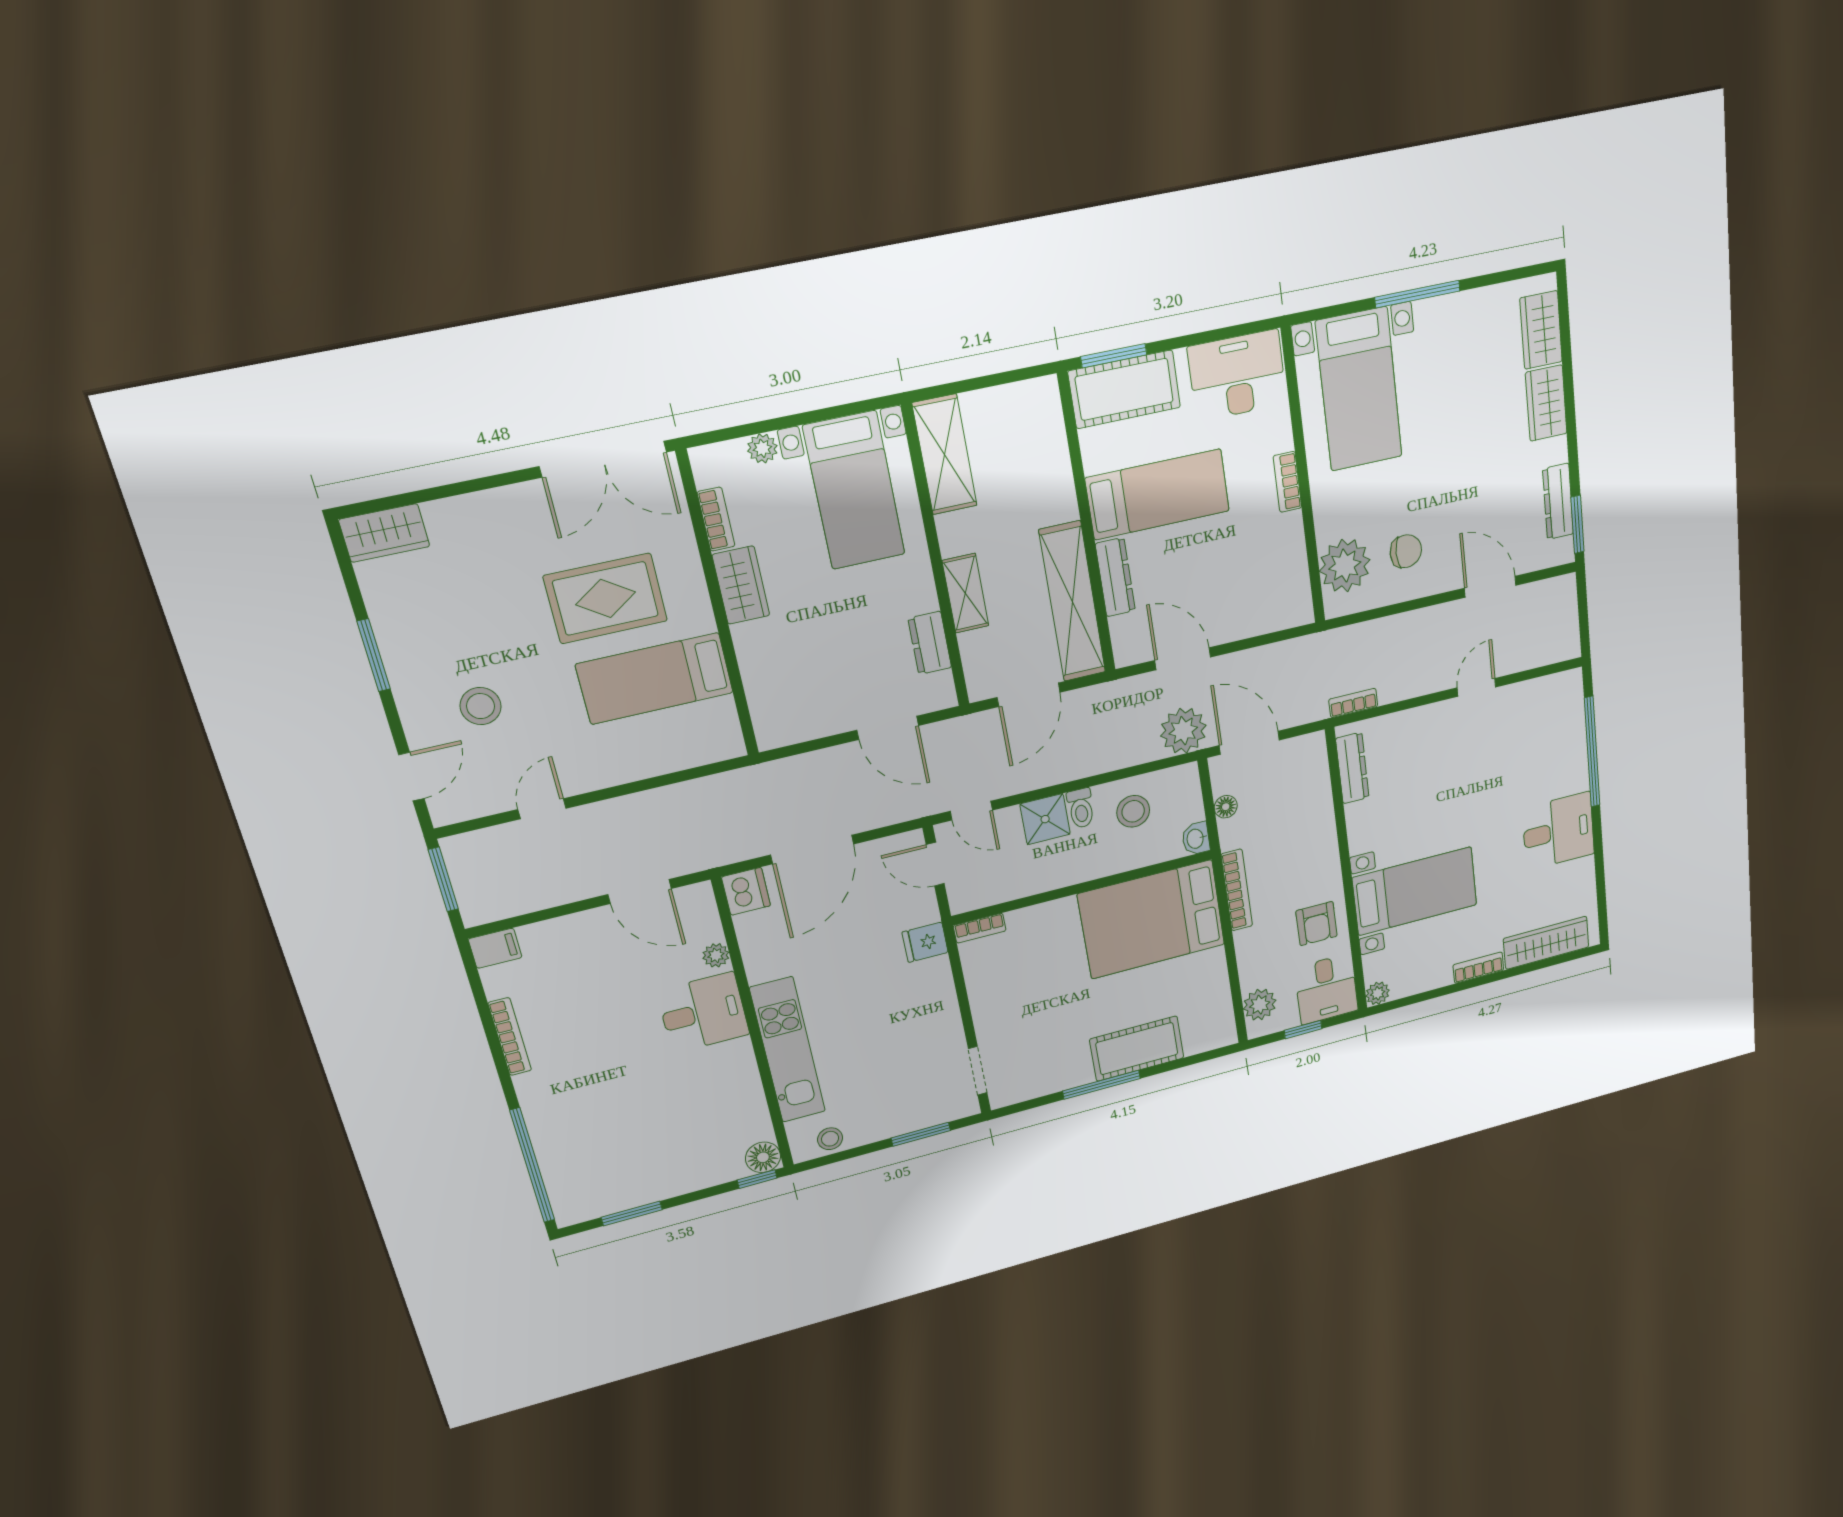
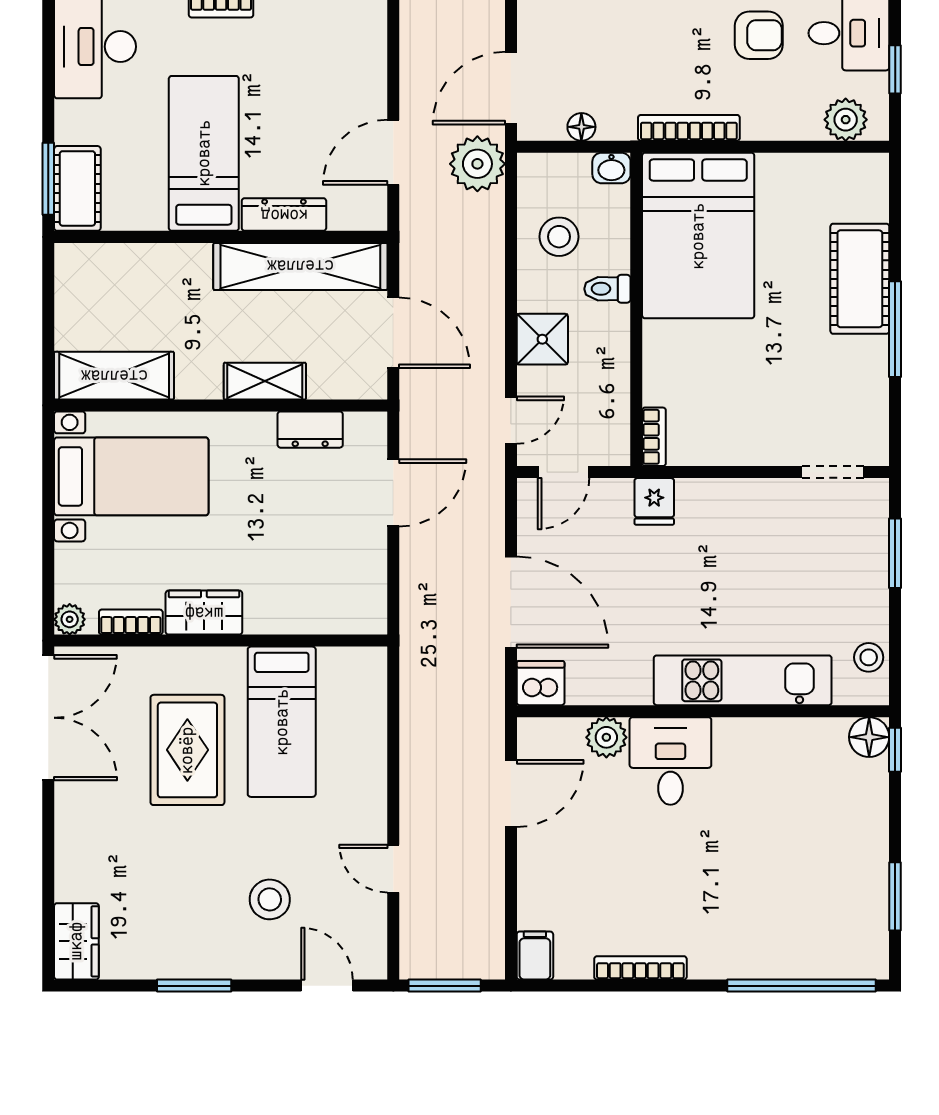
cot: (1124, 389) -> (77, 188), width x0.73, depth x0.75
plant: (762, 448) -> (70, 619), moved
toilet: (1081, 808) -> (607, 289), moved, turned 180
plant: (716, 955) -> (606, 737), width x1.38, depth x1.38

